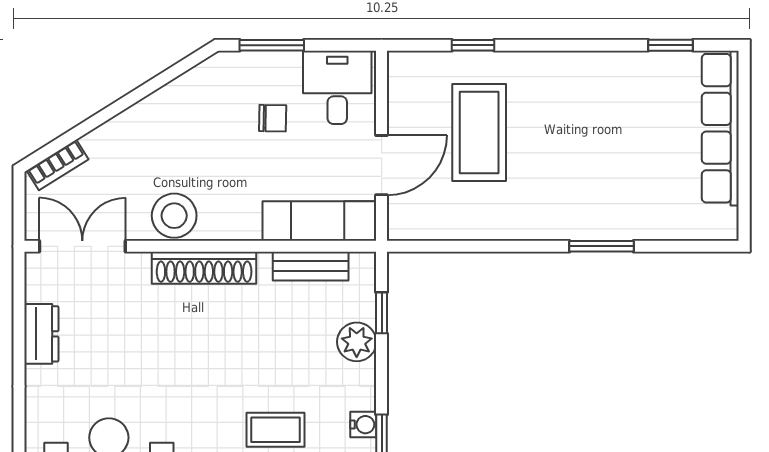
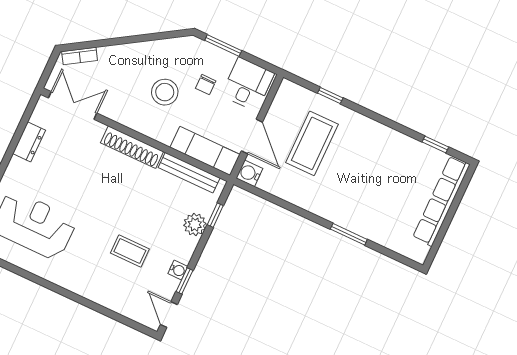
chair: (273, 118) -> (206, 85), turned 89
door: (382, 165) -> (252, 137), hinge flipped
stool: (174, 216) -> (165, 92), moved
water cooler: (404, 224) -> (249, 173), added
bench: (311, 266) -> (189, 173), width x1.36

